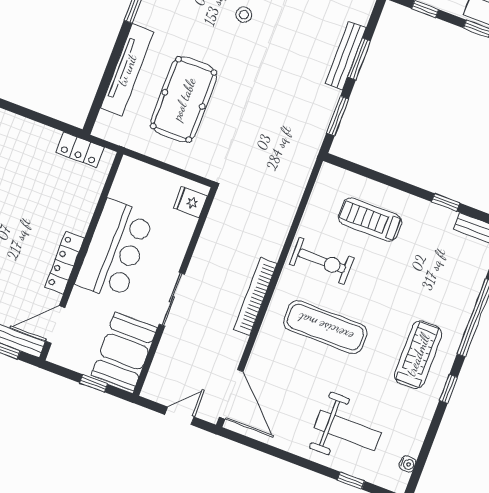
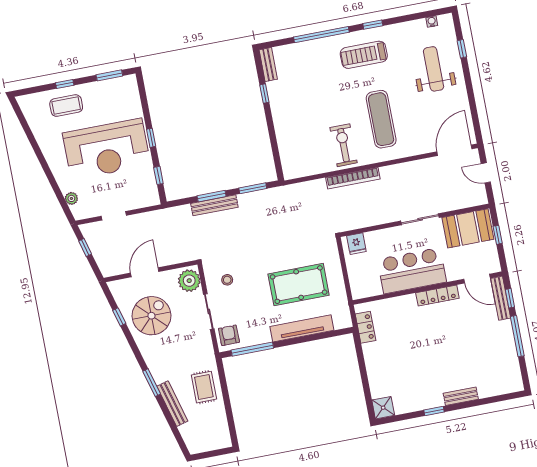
treadmill: (370, 220) -> (302, 132), removed
bookcase: (255, 297) -> (353, 178), moved

